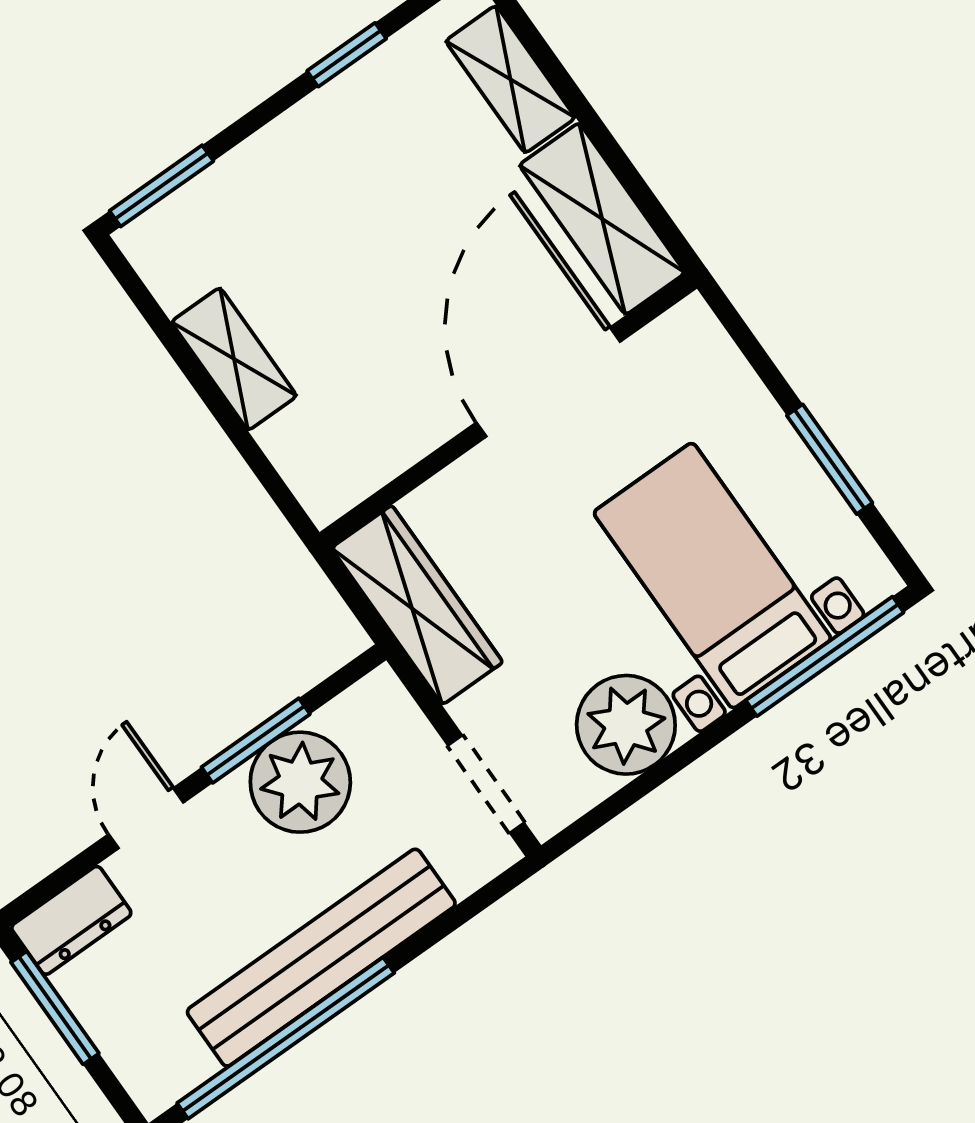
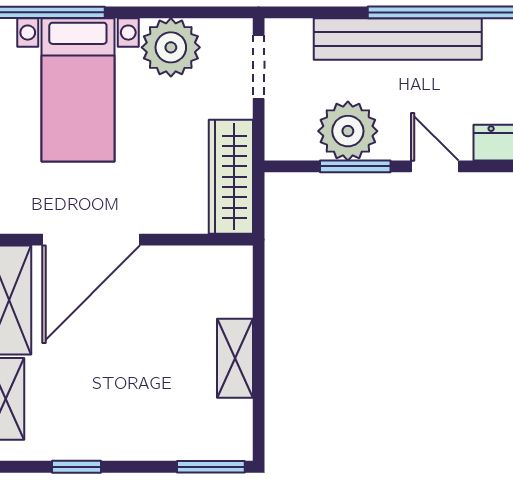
door: (146, 818) -> (435, 166), swing flipped

